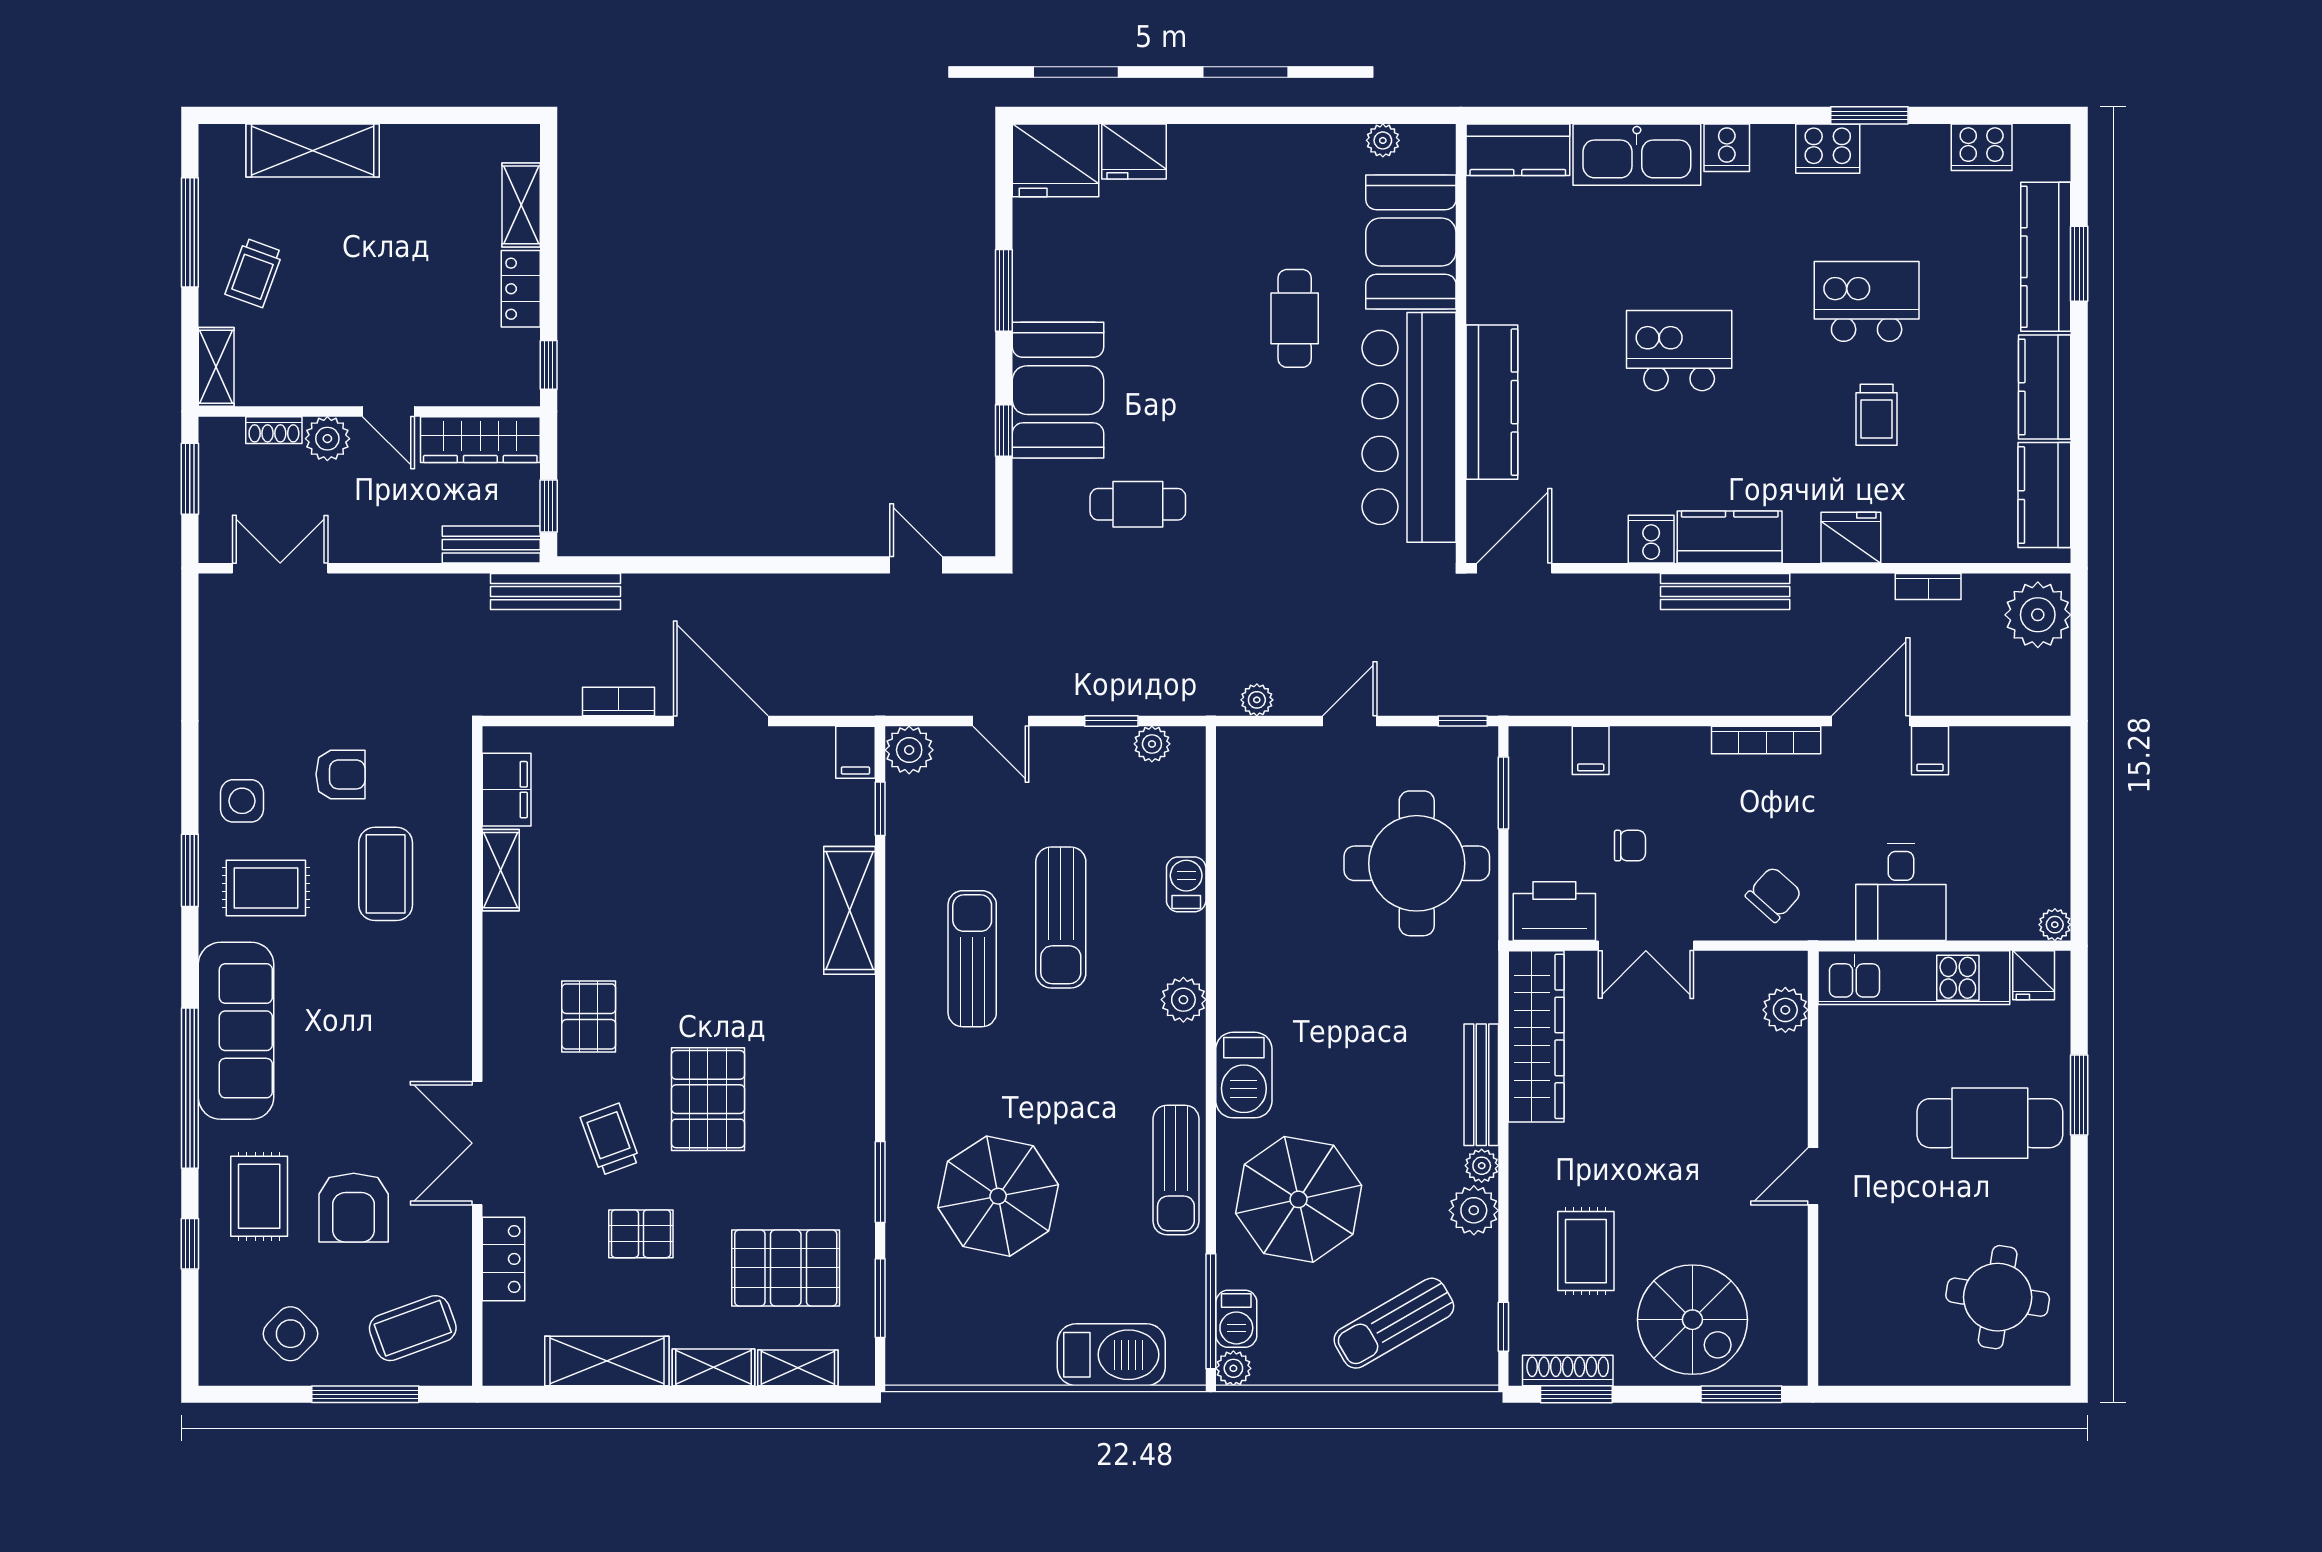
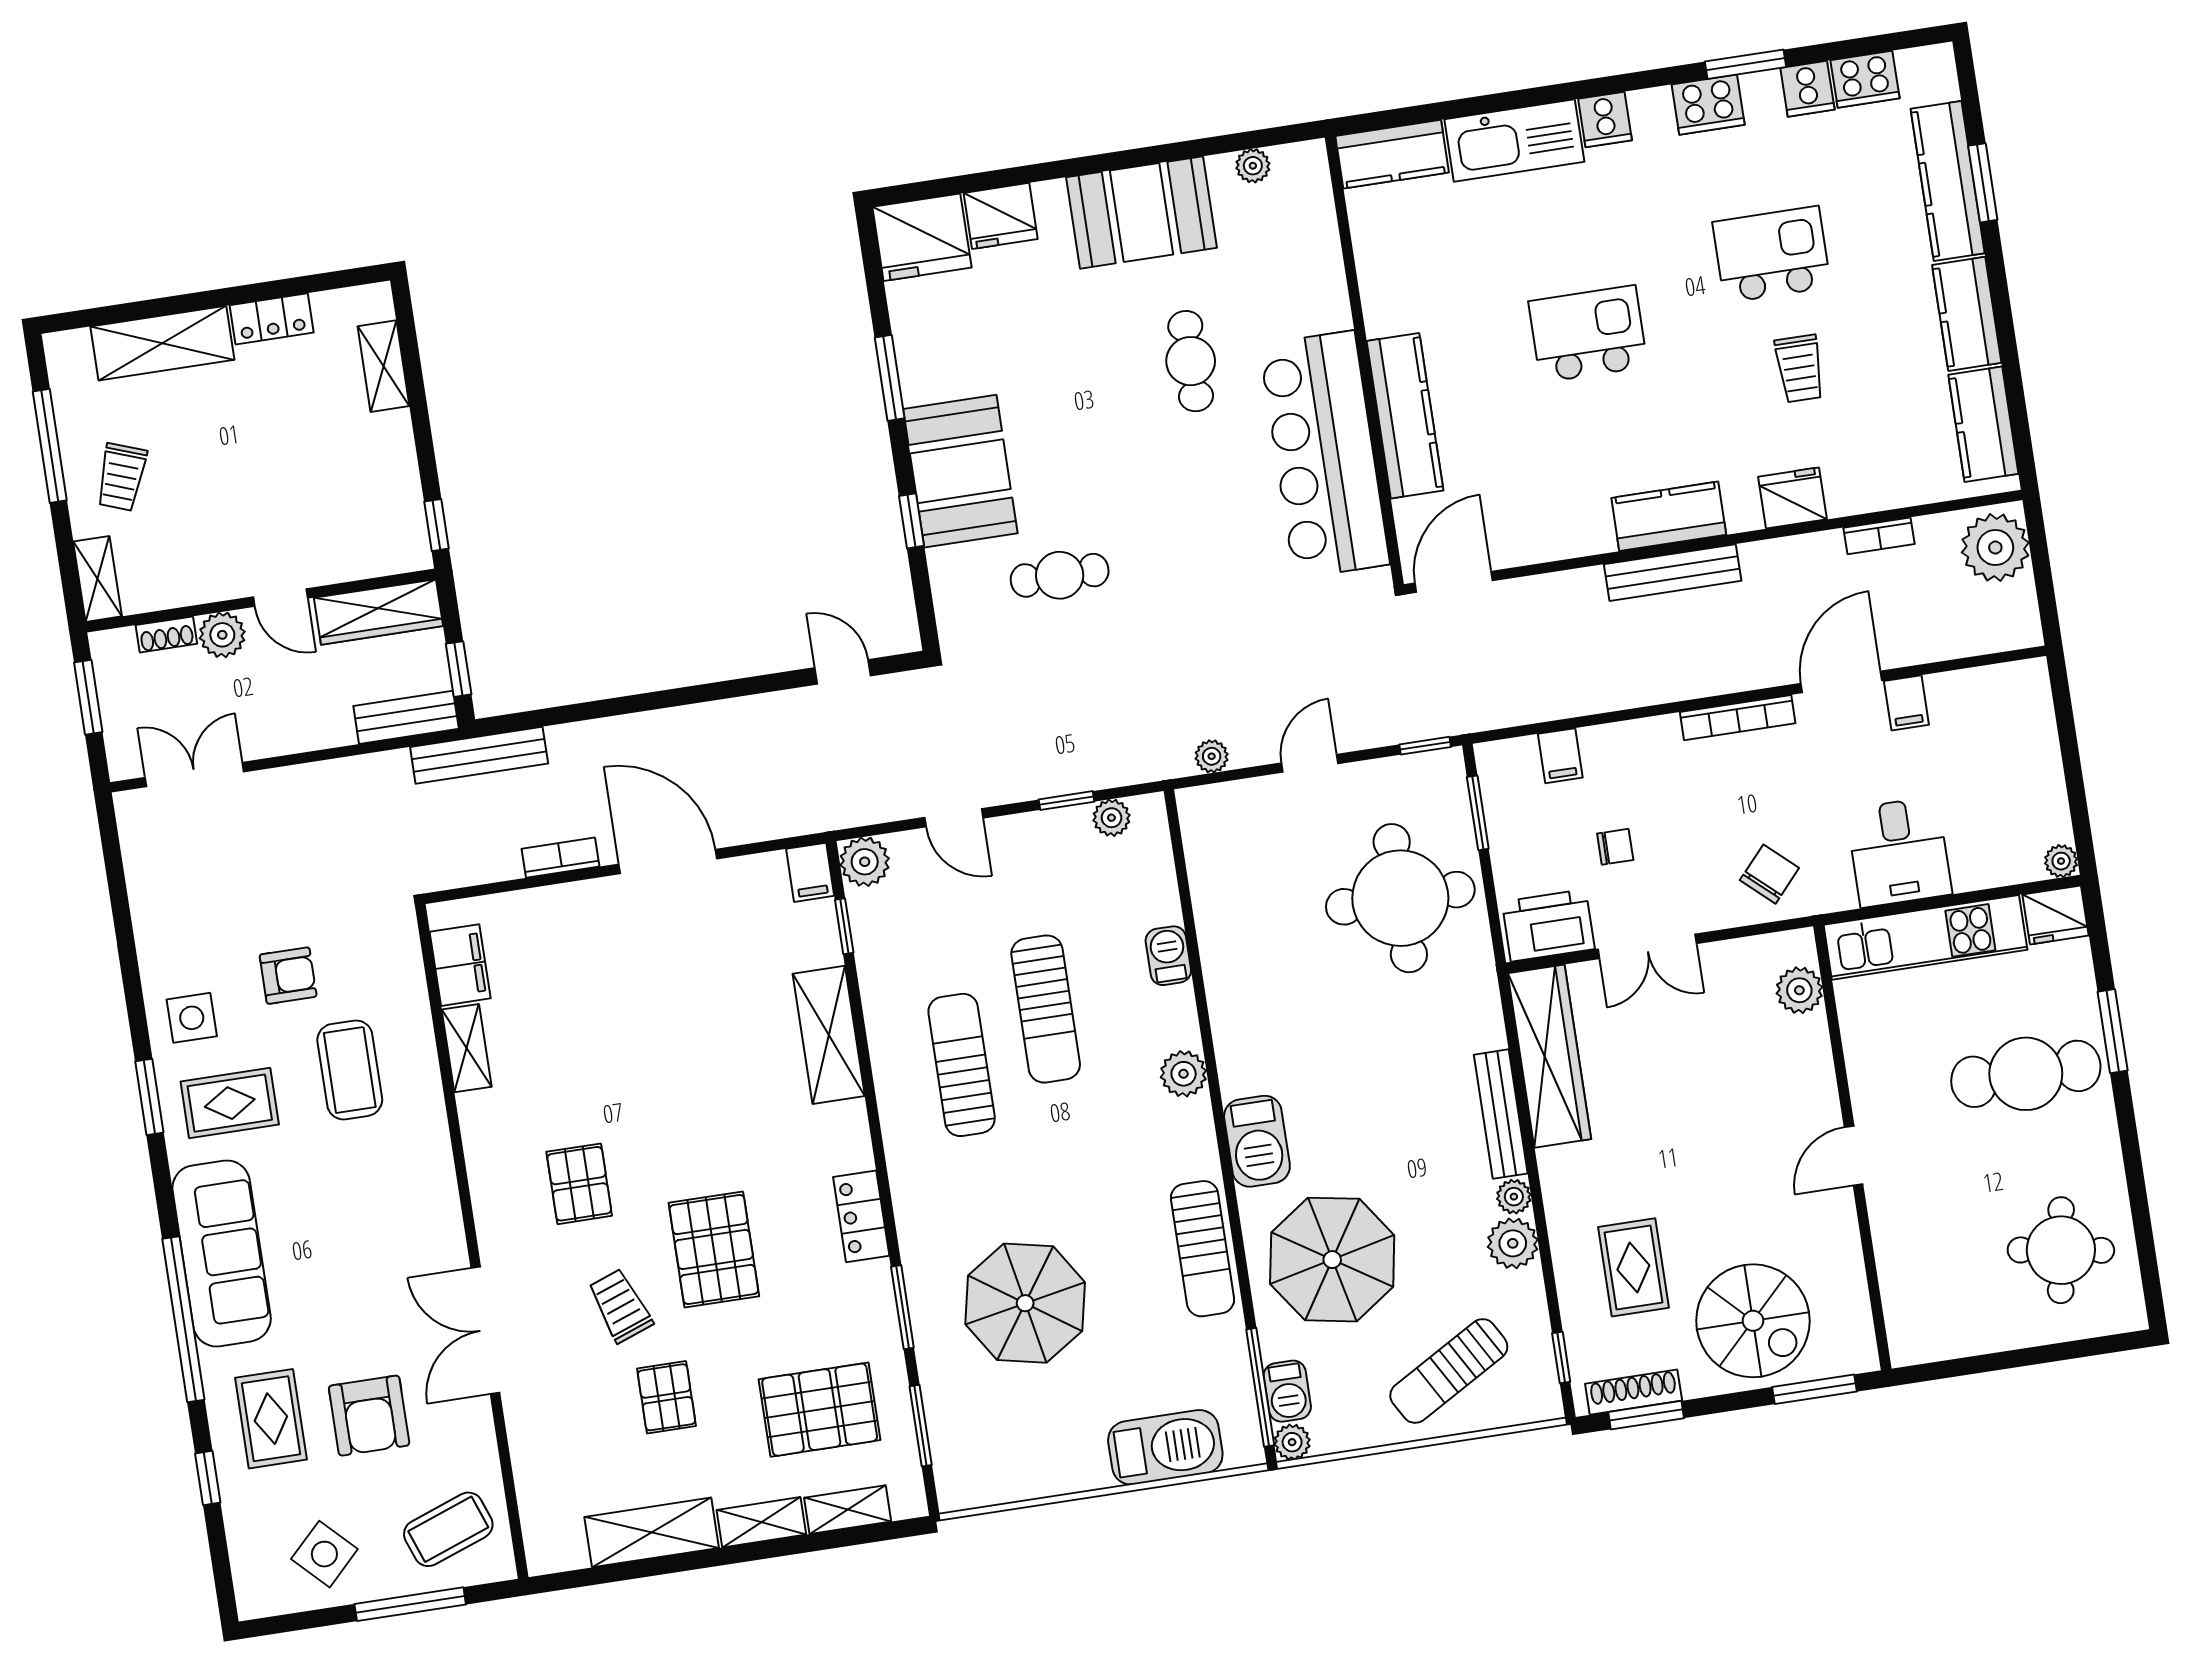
booth: (1411, 242) -> (1142, 212), moved, turned 90
locker: (521, 289) -> (272, 319), moved, turned -90
cooker: (1651, 539) -> (1807, 89), moved, turned 180
fridge: (2034, 975) -> (2055, 915), width x1.38
pallet: (641, 1234) -> (666, 1397), turned 90
locker: (504, 1259) -> (861, 1216), moved, turned 180

